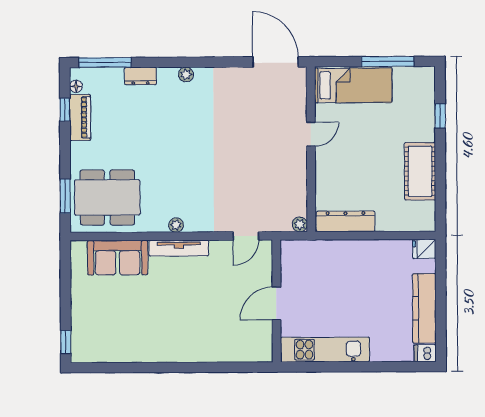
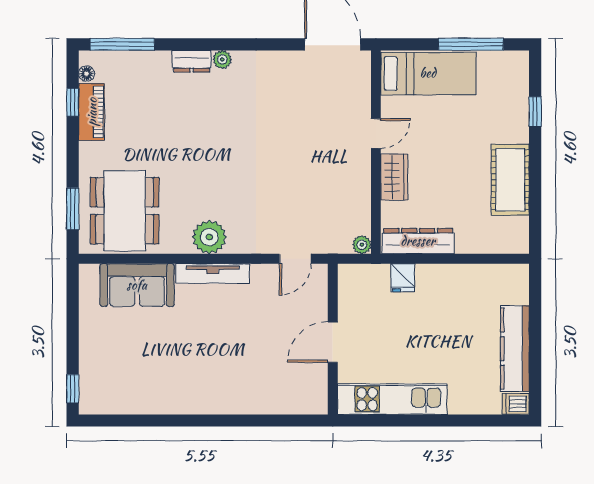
dresser: (140, 76) -> (192, 61), moved
wardrobe: (326, 169) -> (394, 177), added
dining table: (107, 197) -> (125, 211), turned 90
plant: (176, 225) -> (209, 237), width x1.88, depth x1.88
fridge: (424, 249) -> (403, 278), moved, turned -90

